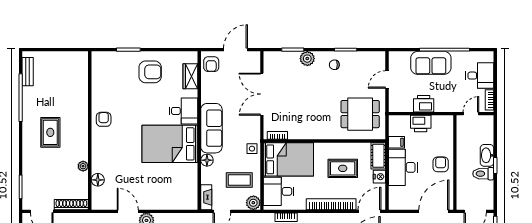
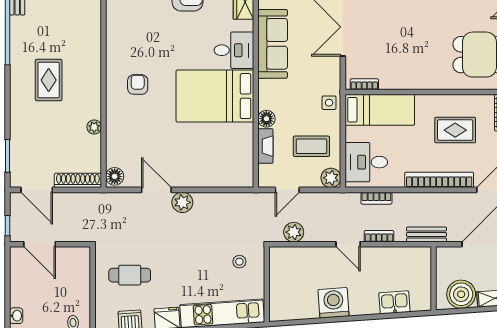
armchair: (104, 119) -> (138, 85), moved
sofa: (211, 128) -> (273, 44), moved
bed: (288, 159) -> (380, 110), width x0.67
floor lamp: (98, 180) -> (115, 176), moved
fireplace: (206, 197) -> (265, 146), moved

